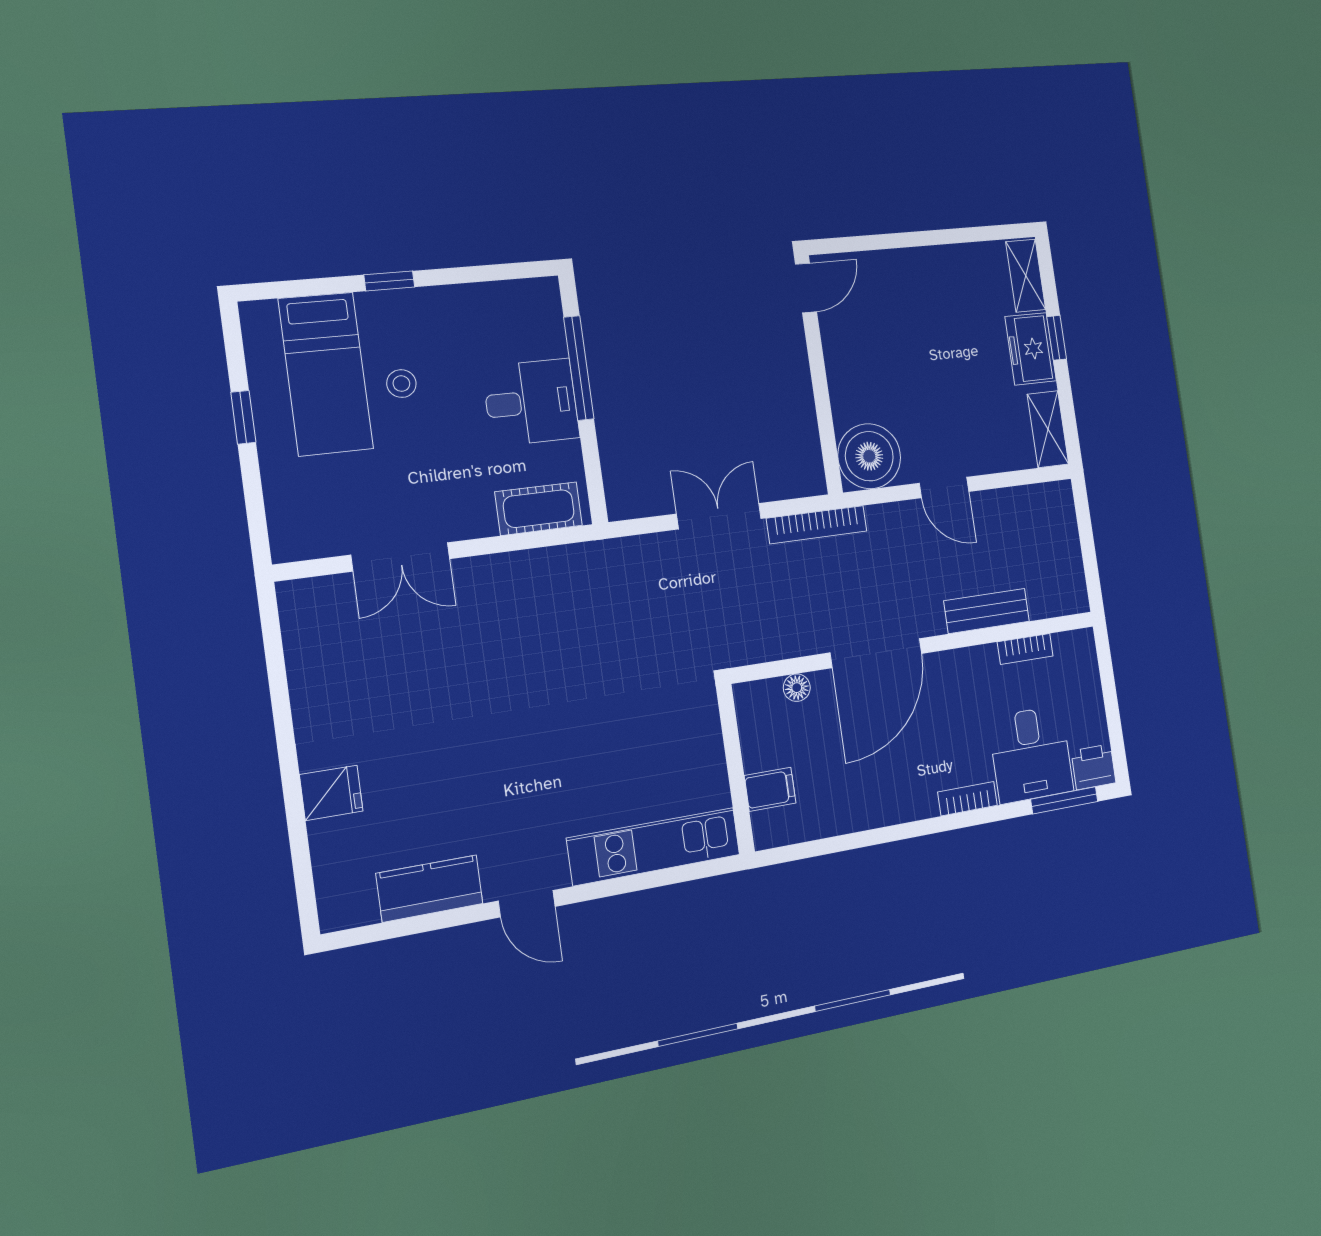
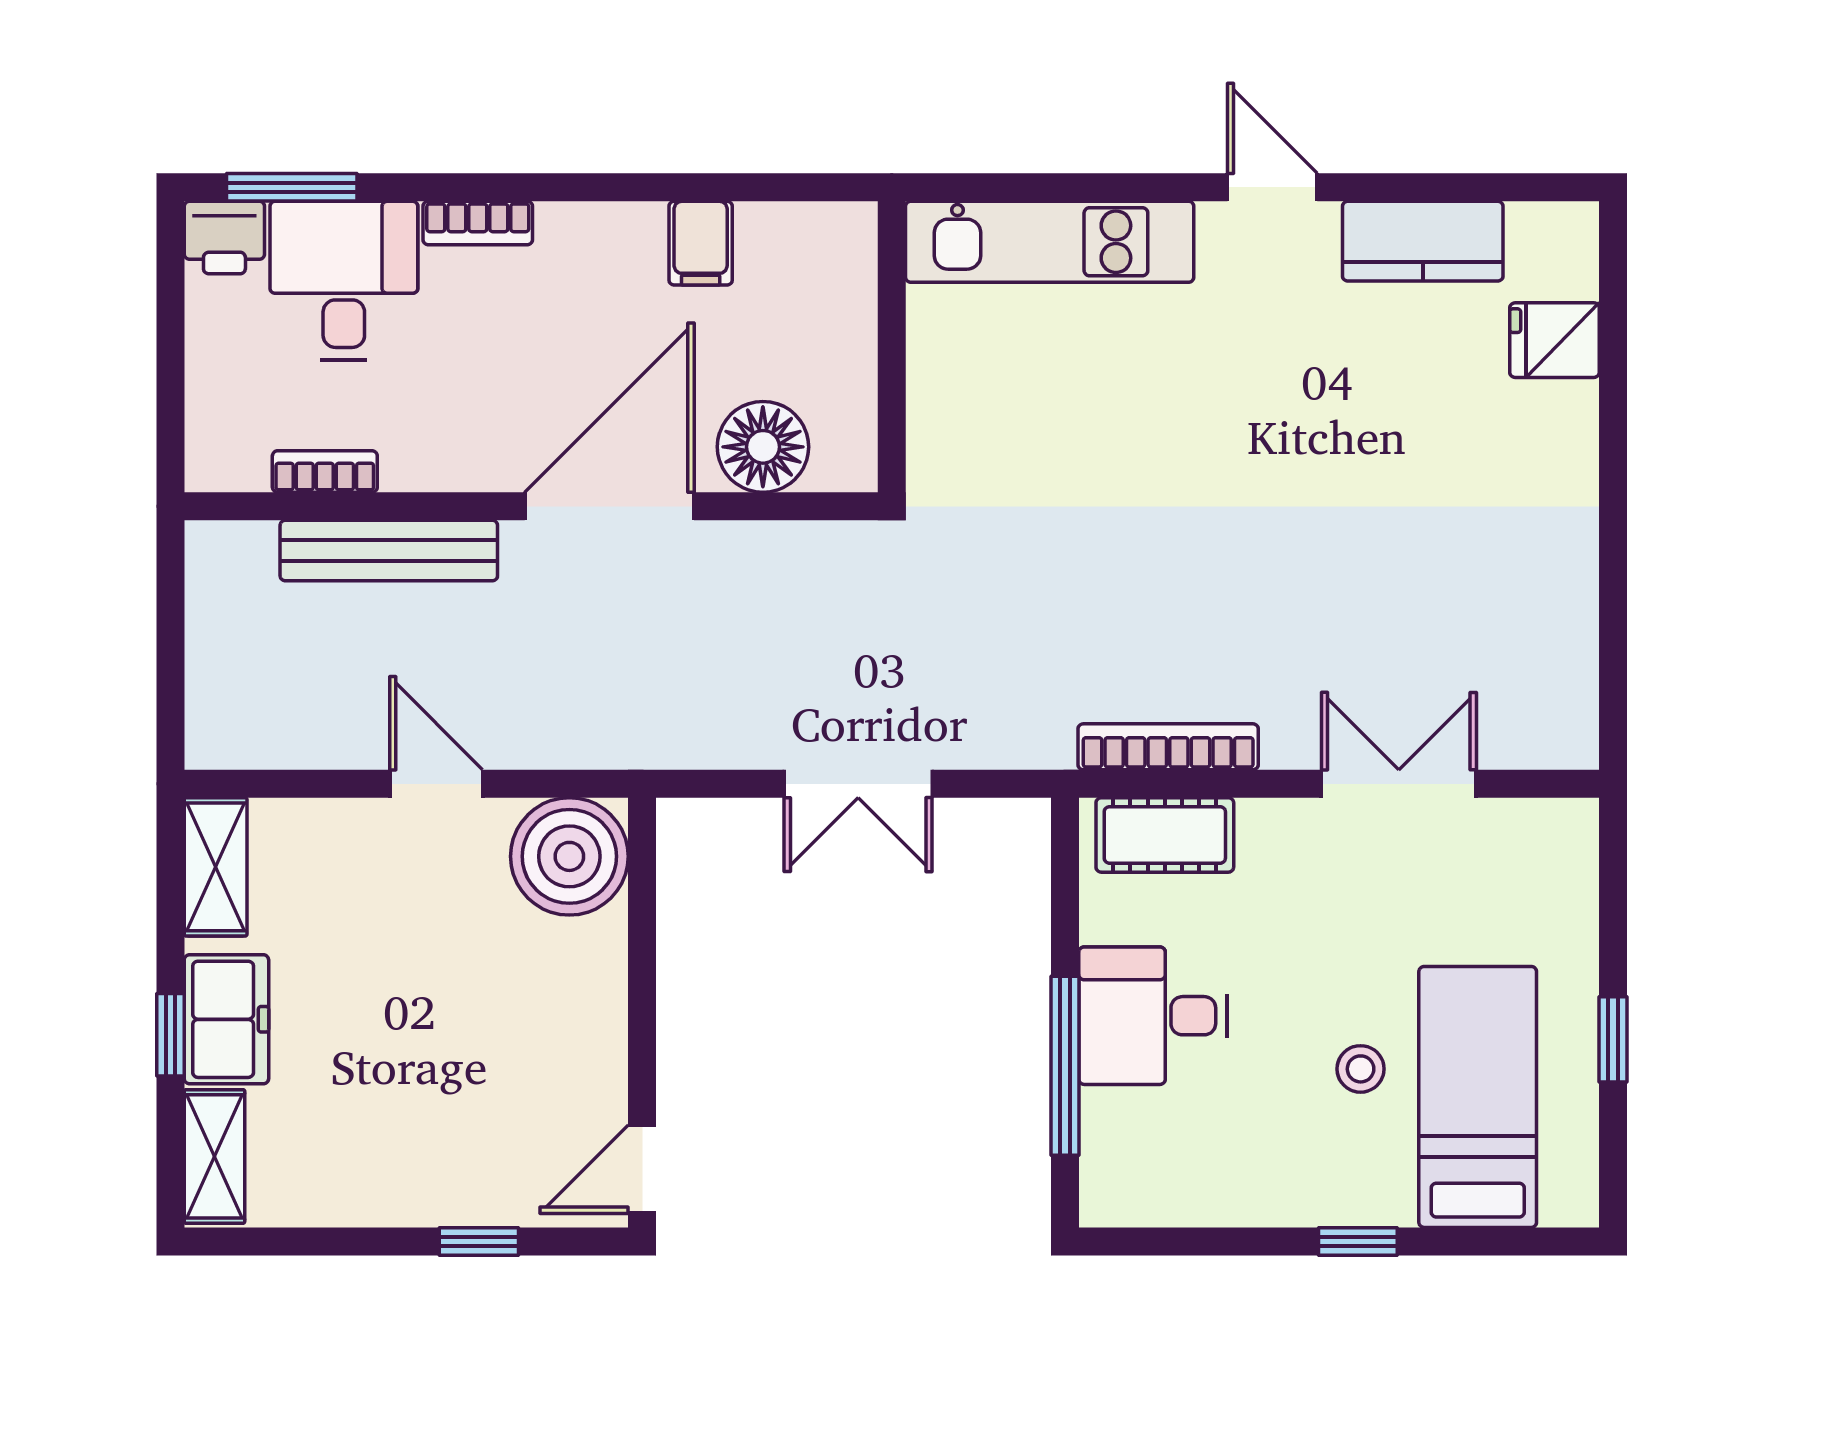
window: (886, 241) -> (479, 1241), added
bookcase: (817, 525) -> (1168, 747), moved
bench: (987, 611) -> (389, 551), width x1.36
floor lamp: (797, 688) -> (763, 447), width x1.89, depth x1.89
filing cabinet: (770, 789) -> (701, 243), moved, turned -90
fridge: (331, 793) -> (1555, 340), moved

